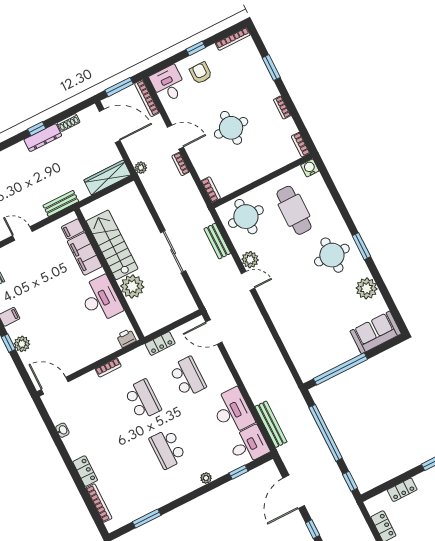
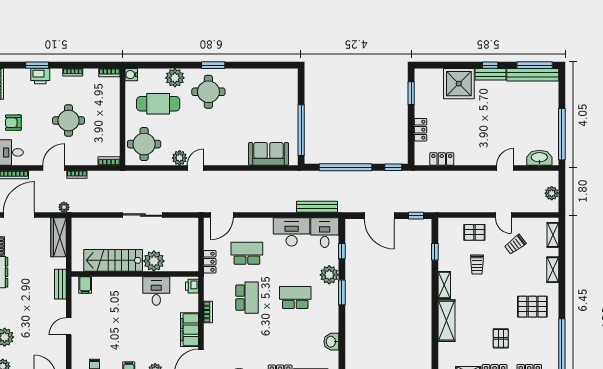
printer: (262, 76) -> (40, 76), added
bench: (217, 241) -> (152, 176), removed
filing cabinet: (85, 254) -> (190, 330), moved, turned 90
plant: (367, 288) -> (175, 78), moved
desk: (101, 299) -> (156, 291), width x0.73
sofa: (376, 332) -> (268, 154), moved, turned 90
school desk: (143, 400) -> (247, 298), turned 90
school desk: (168, 449) -> (295, 298), turned 180
plant: (206, 478) -> (329, 275), width x1.88, depth x1.88
washbasin: (141, 508) -> (331, 342), added
window: (147, 518) -> (342, 292), moved

